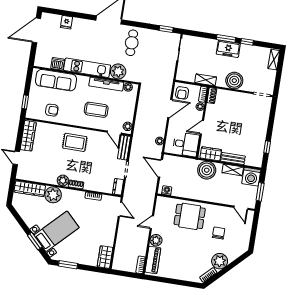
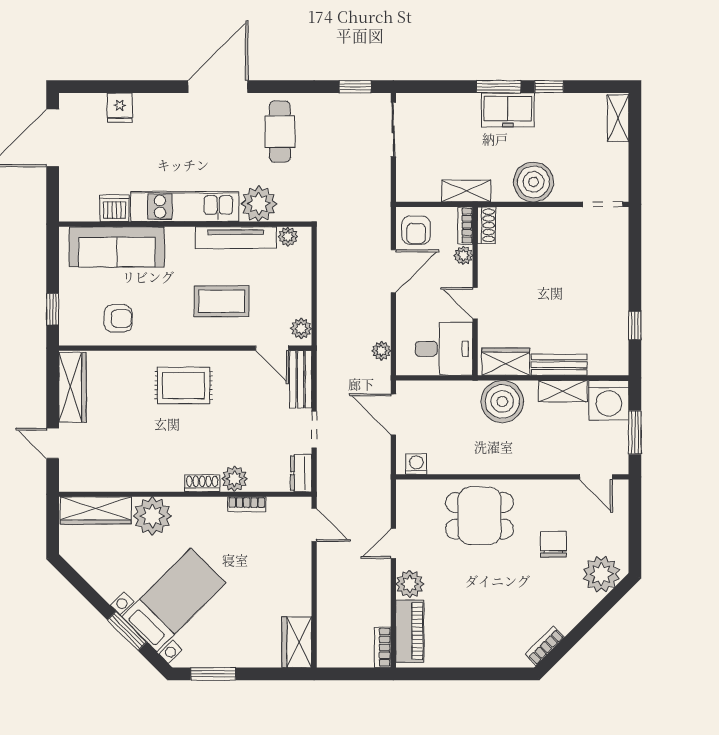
door: (202, 127) -> (475, 303), hinge flipped
plant: (63, 180) -> (235, 479), moved
plant: (220, 261) -> (601, 574), moved

